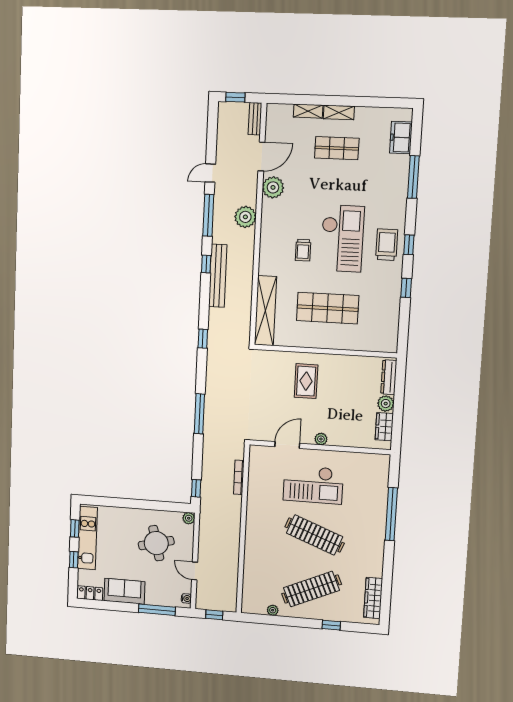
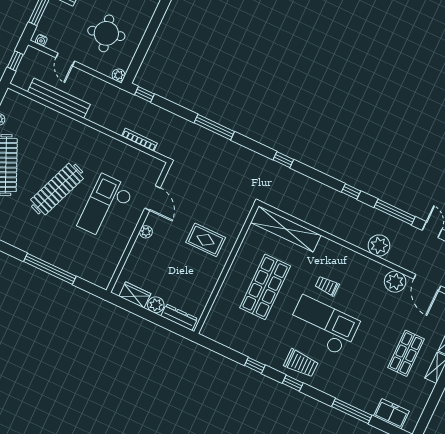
checkout: (342, 238) -> (323, 326), turned 180
bench: (218, 276) -> (59, 98), moved
door: (195, 571) -> (65, 59), swing flipped

